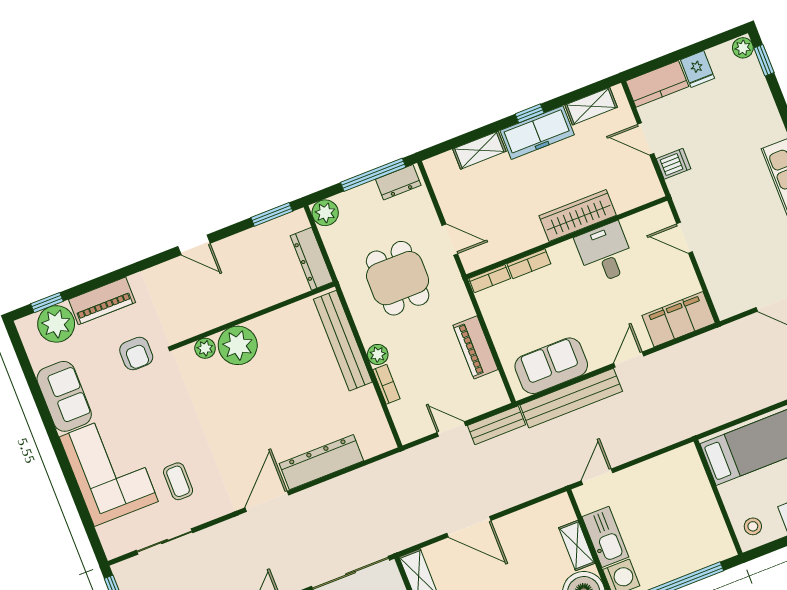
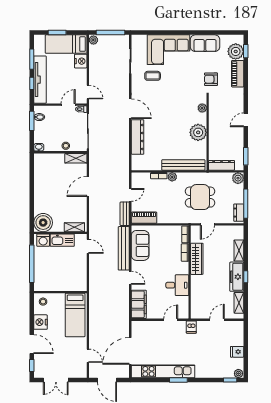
kitchen counter: (657, 84) -> (238, 333), removed
dishwasher: (673, 164) -> (191, 327), moved
wardrobe: (578, 216) -> (197, 259), moved
plant: (238, 345) -> (198, 132), moved
piano: (476, 347) -> (144, 218), moved
shelving: (577, 545) -> (74, 227), moved

